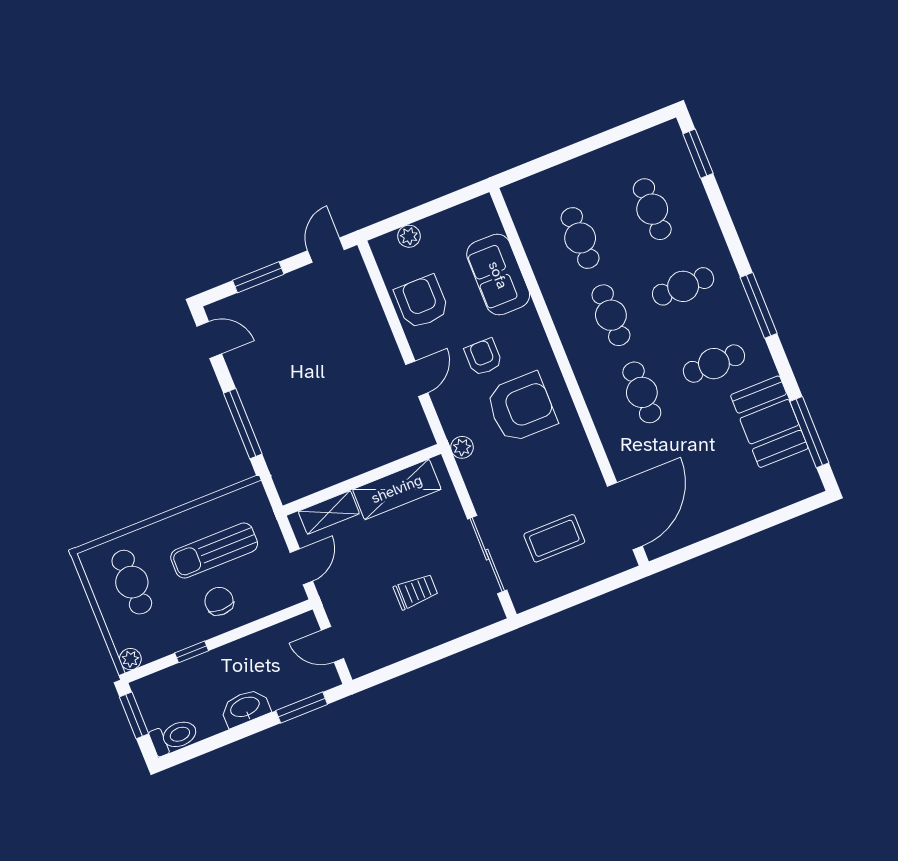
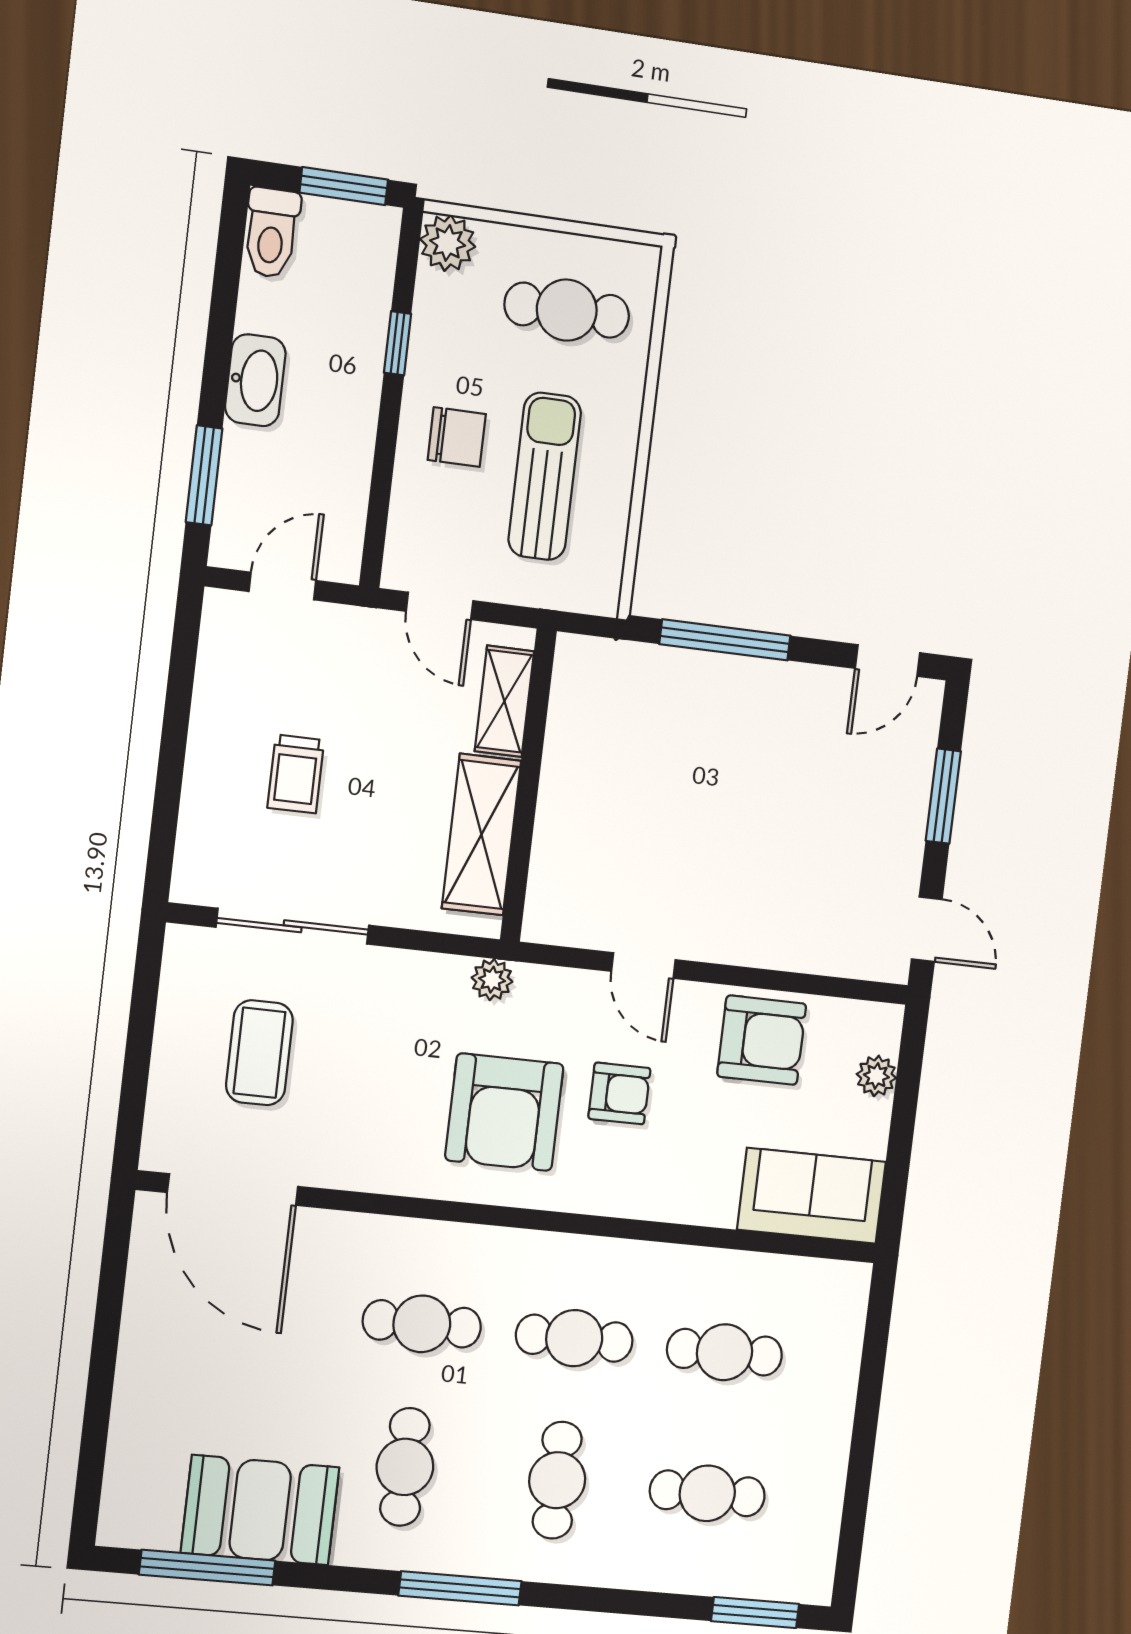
sofa: (498, 275) -> (812, 1196), moved
plant: (130, 659) -> (448, 243), width x1.38, depth x1.38

